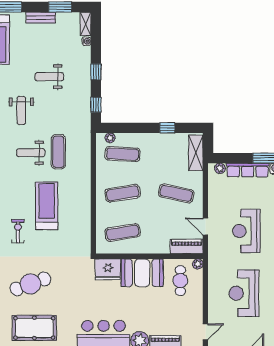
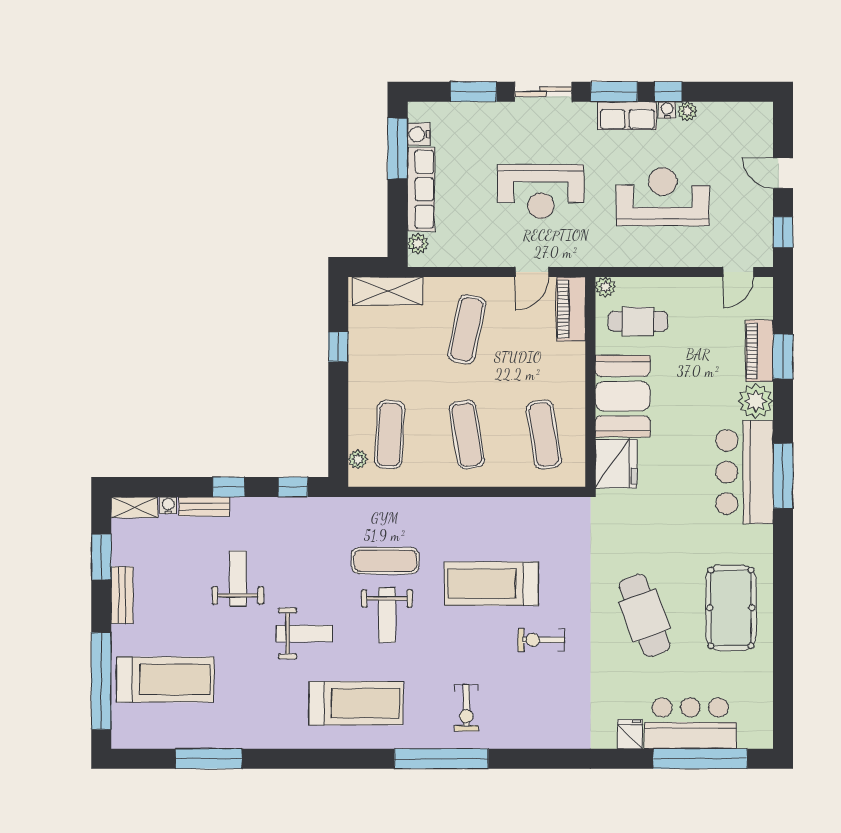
bench: (86, 59) -> (204, 506), added
weight bench: (49, 77) -> (238, 579), turned 180
reception desk: (244, 293) -> (663, 197), turned 180
door: (205, 332) -> (738, 272), swing flipped

